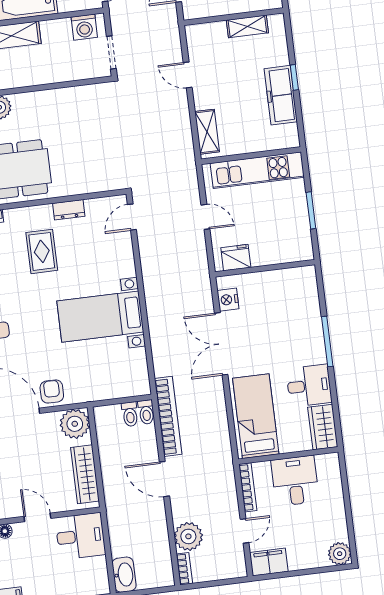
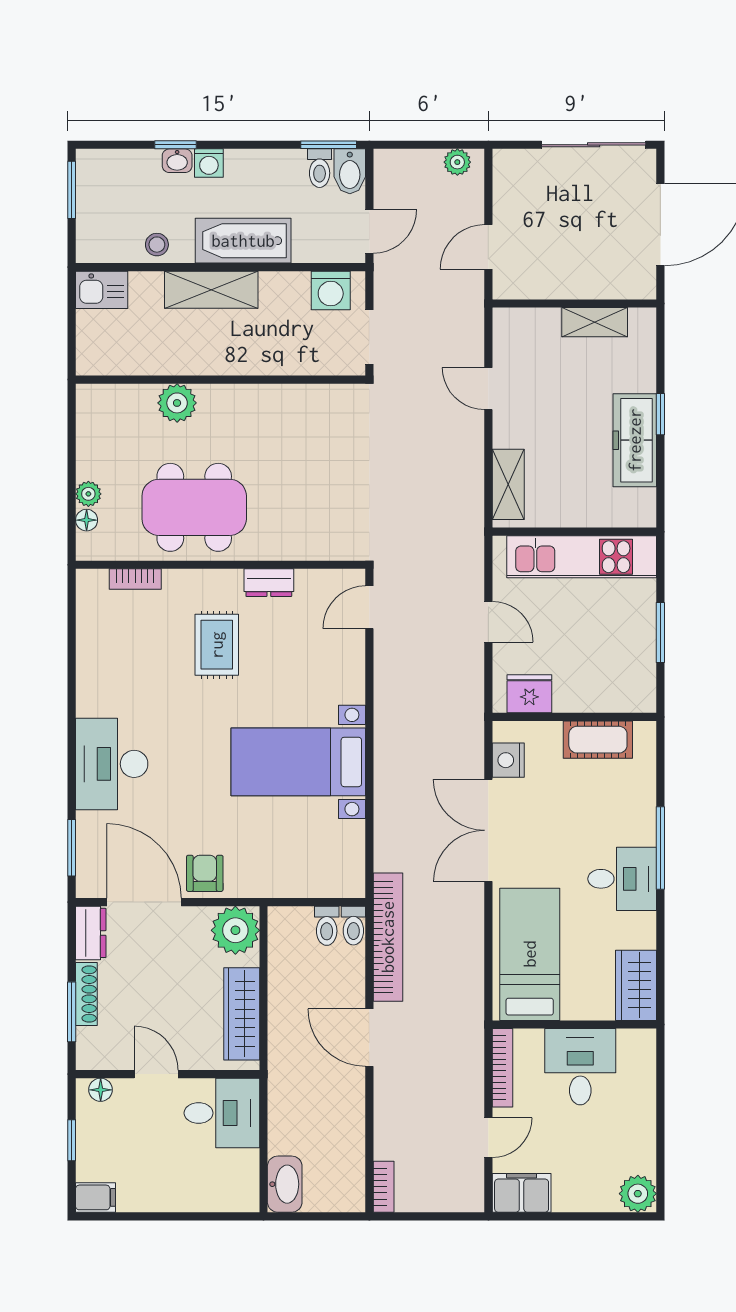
cot: (281, 280) -> (598, 740), added
desk: (309, 386) -> (622, 879), moved
plant: (188, 536) -> (397, 1135), removed

